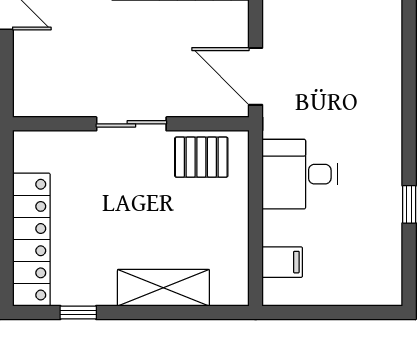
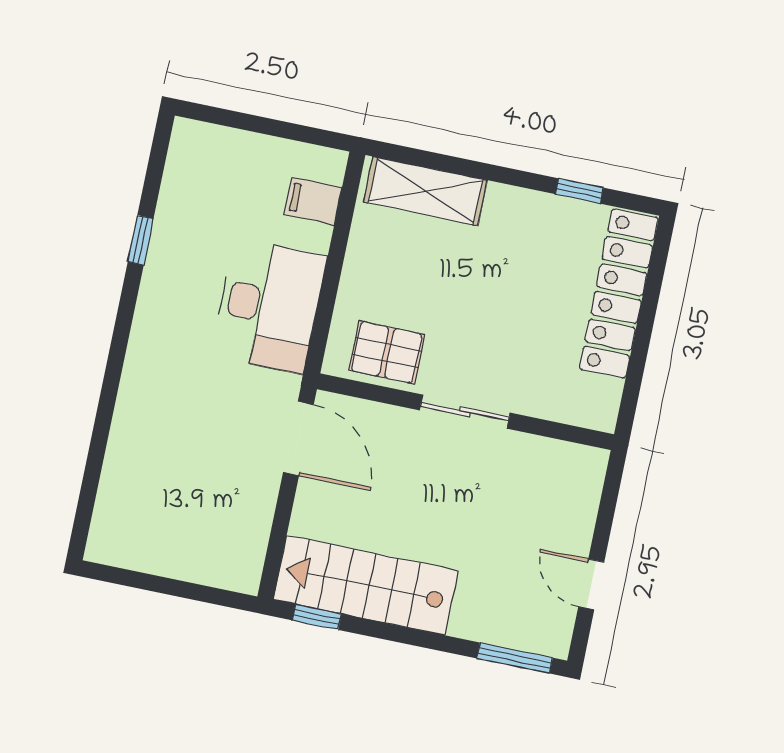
desk: (300, 174) -> (269, 306), width x1.37
shelving: (163, 288) -> (425, 191), moved

